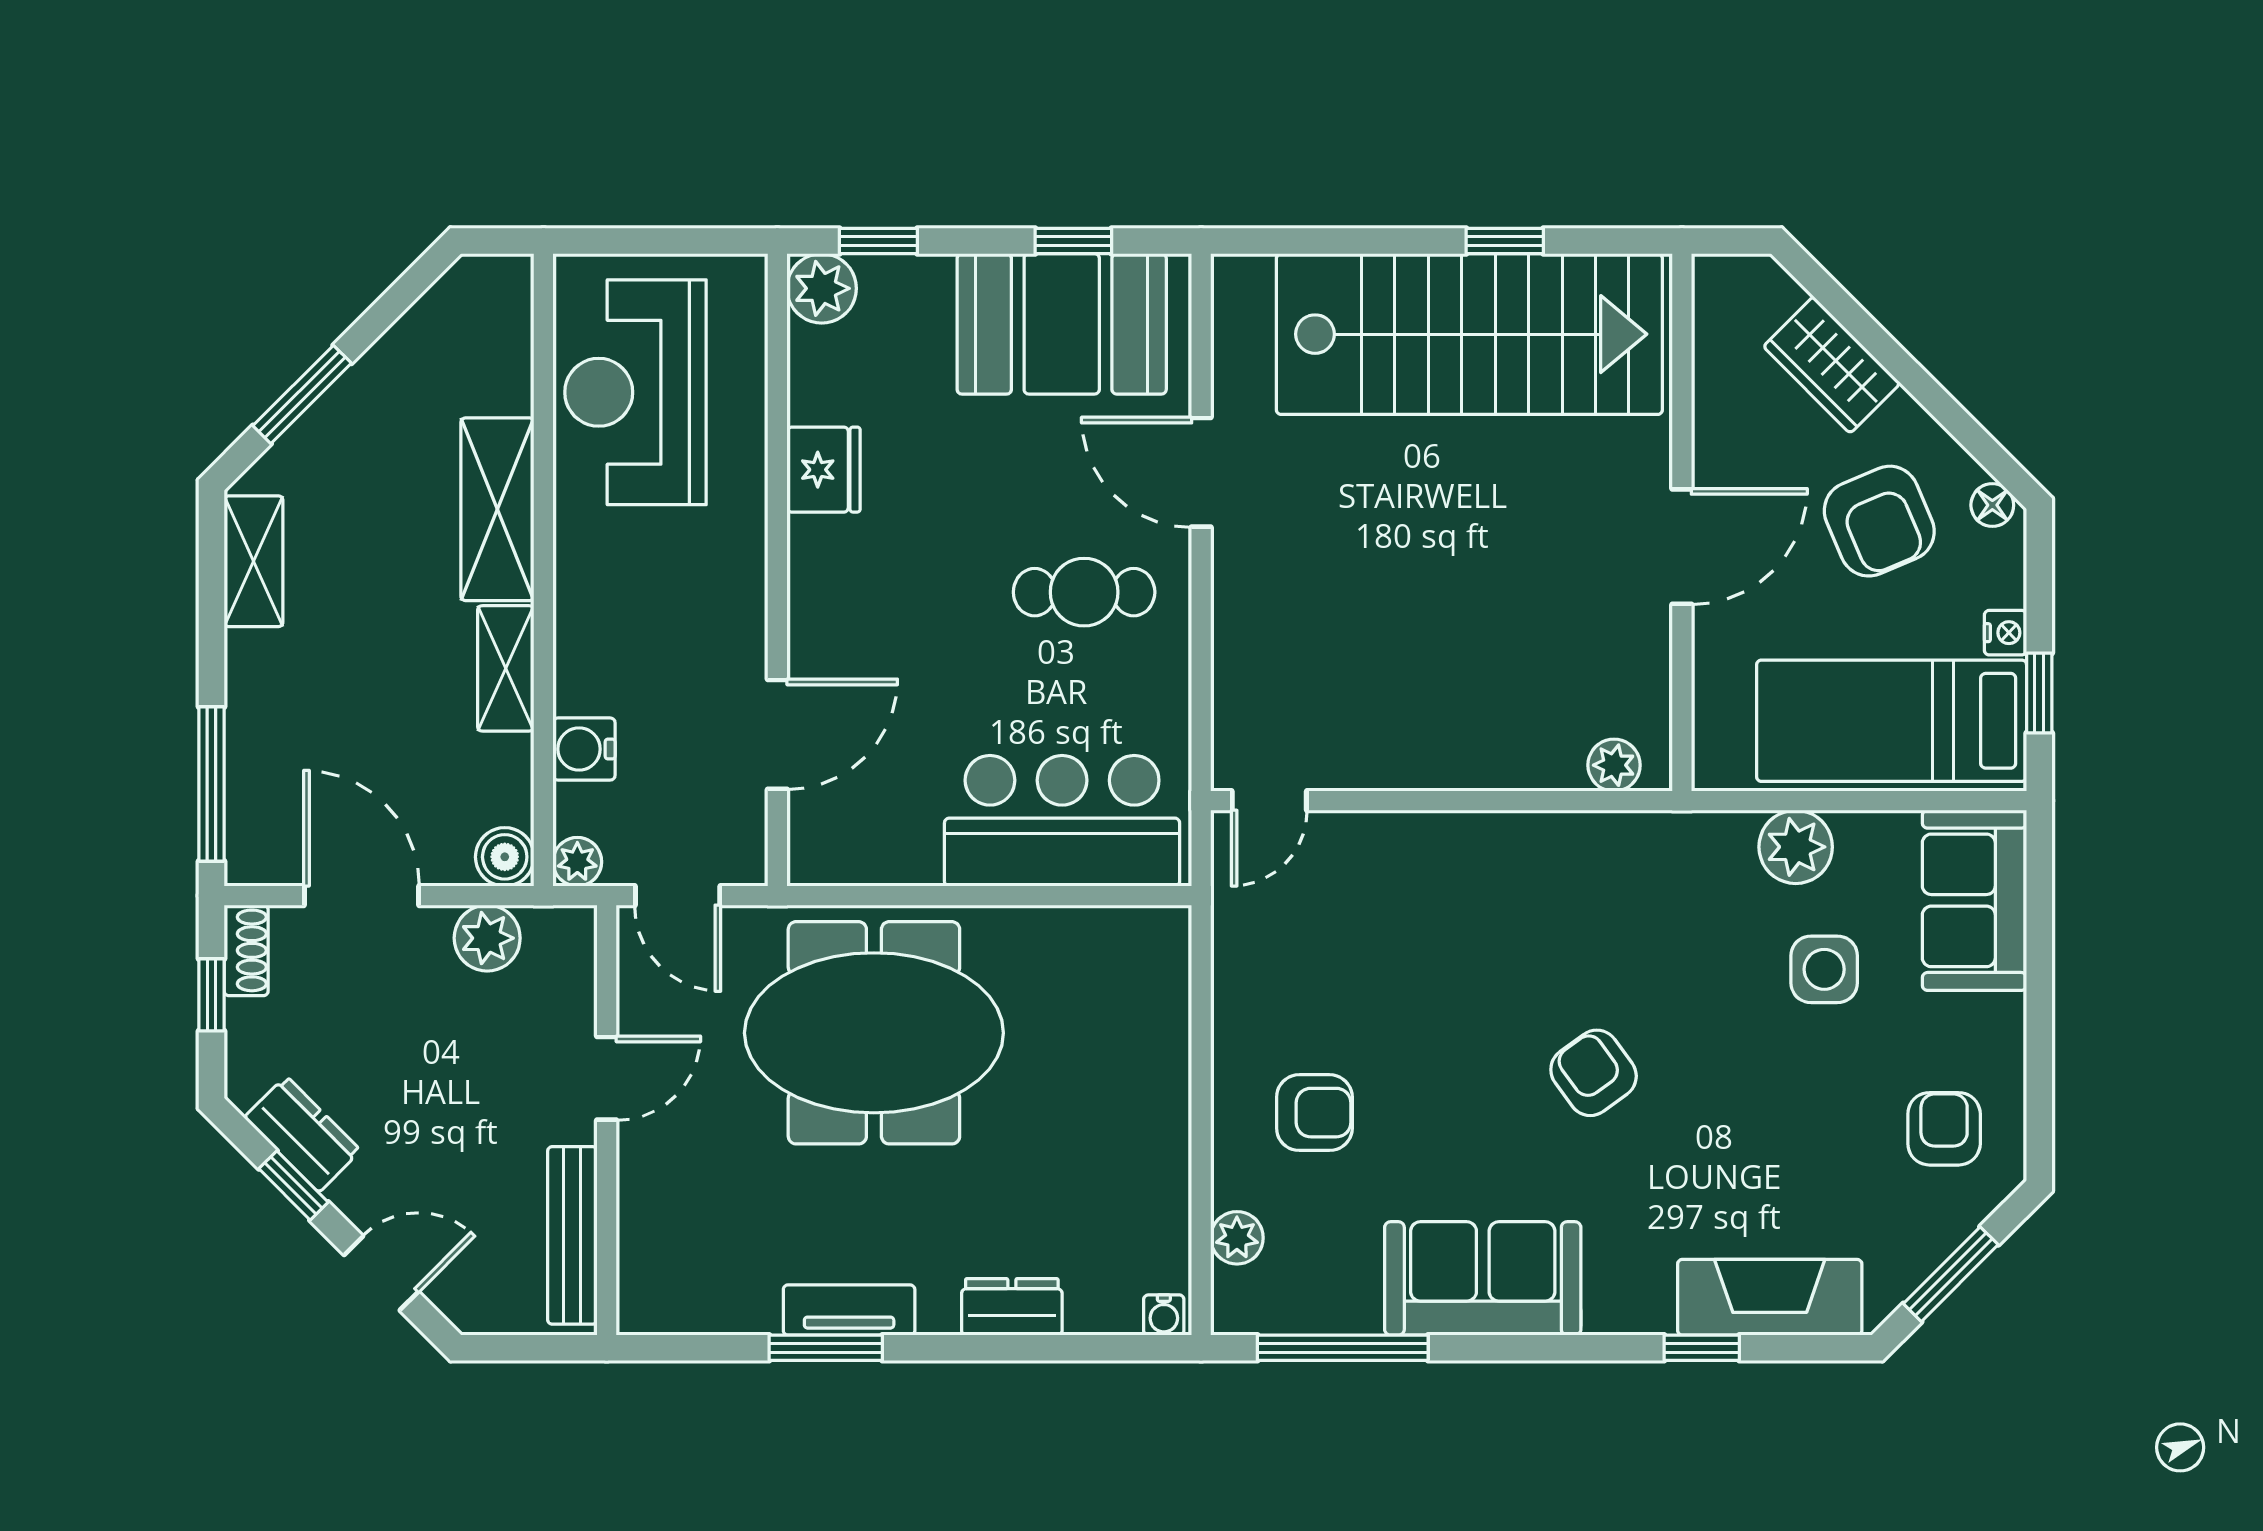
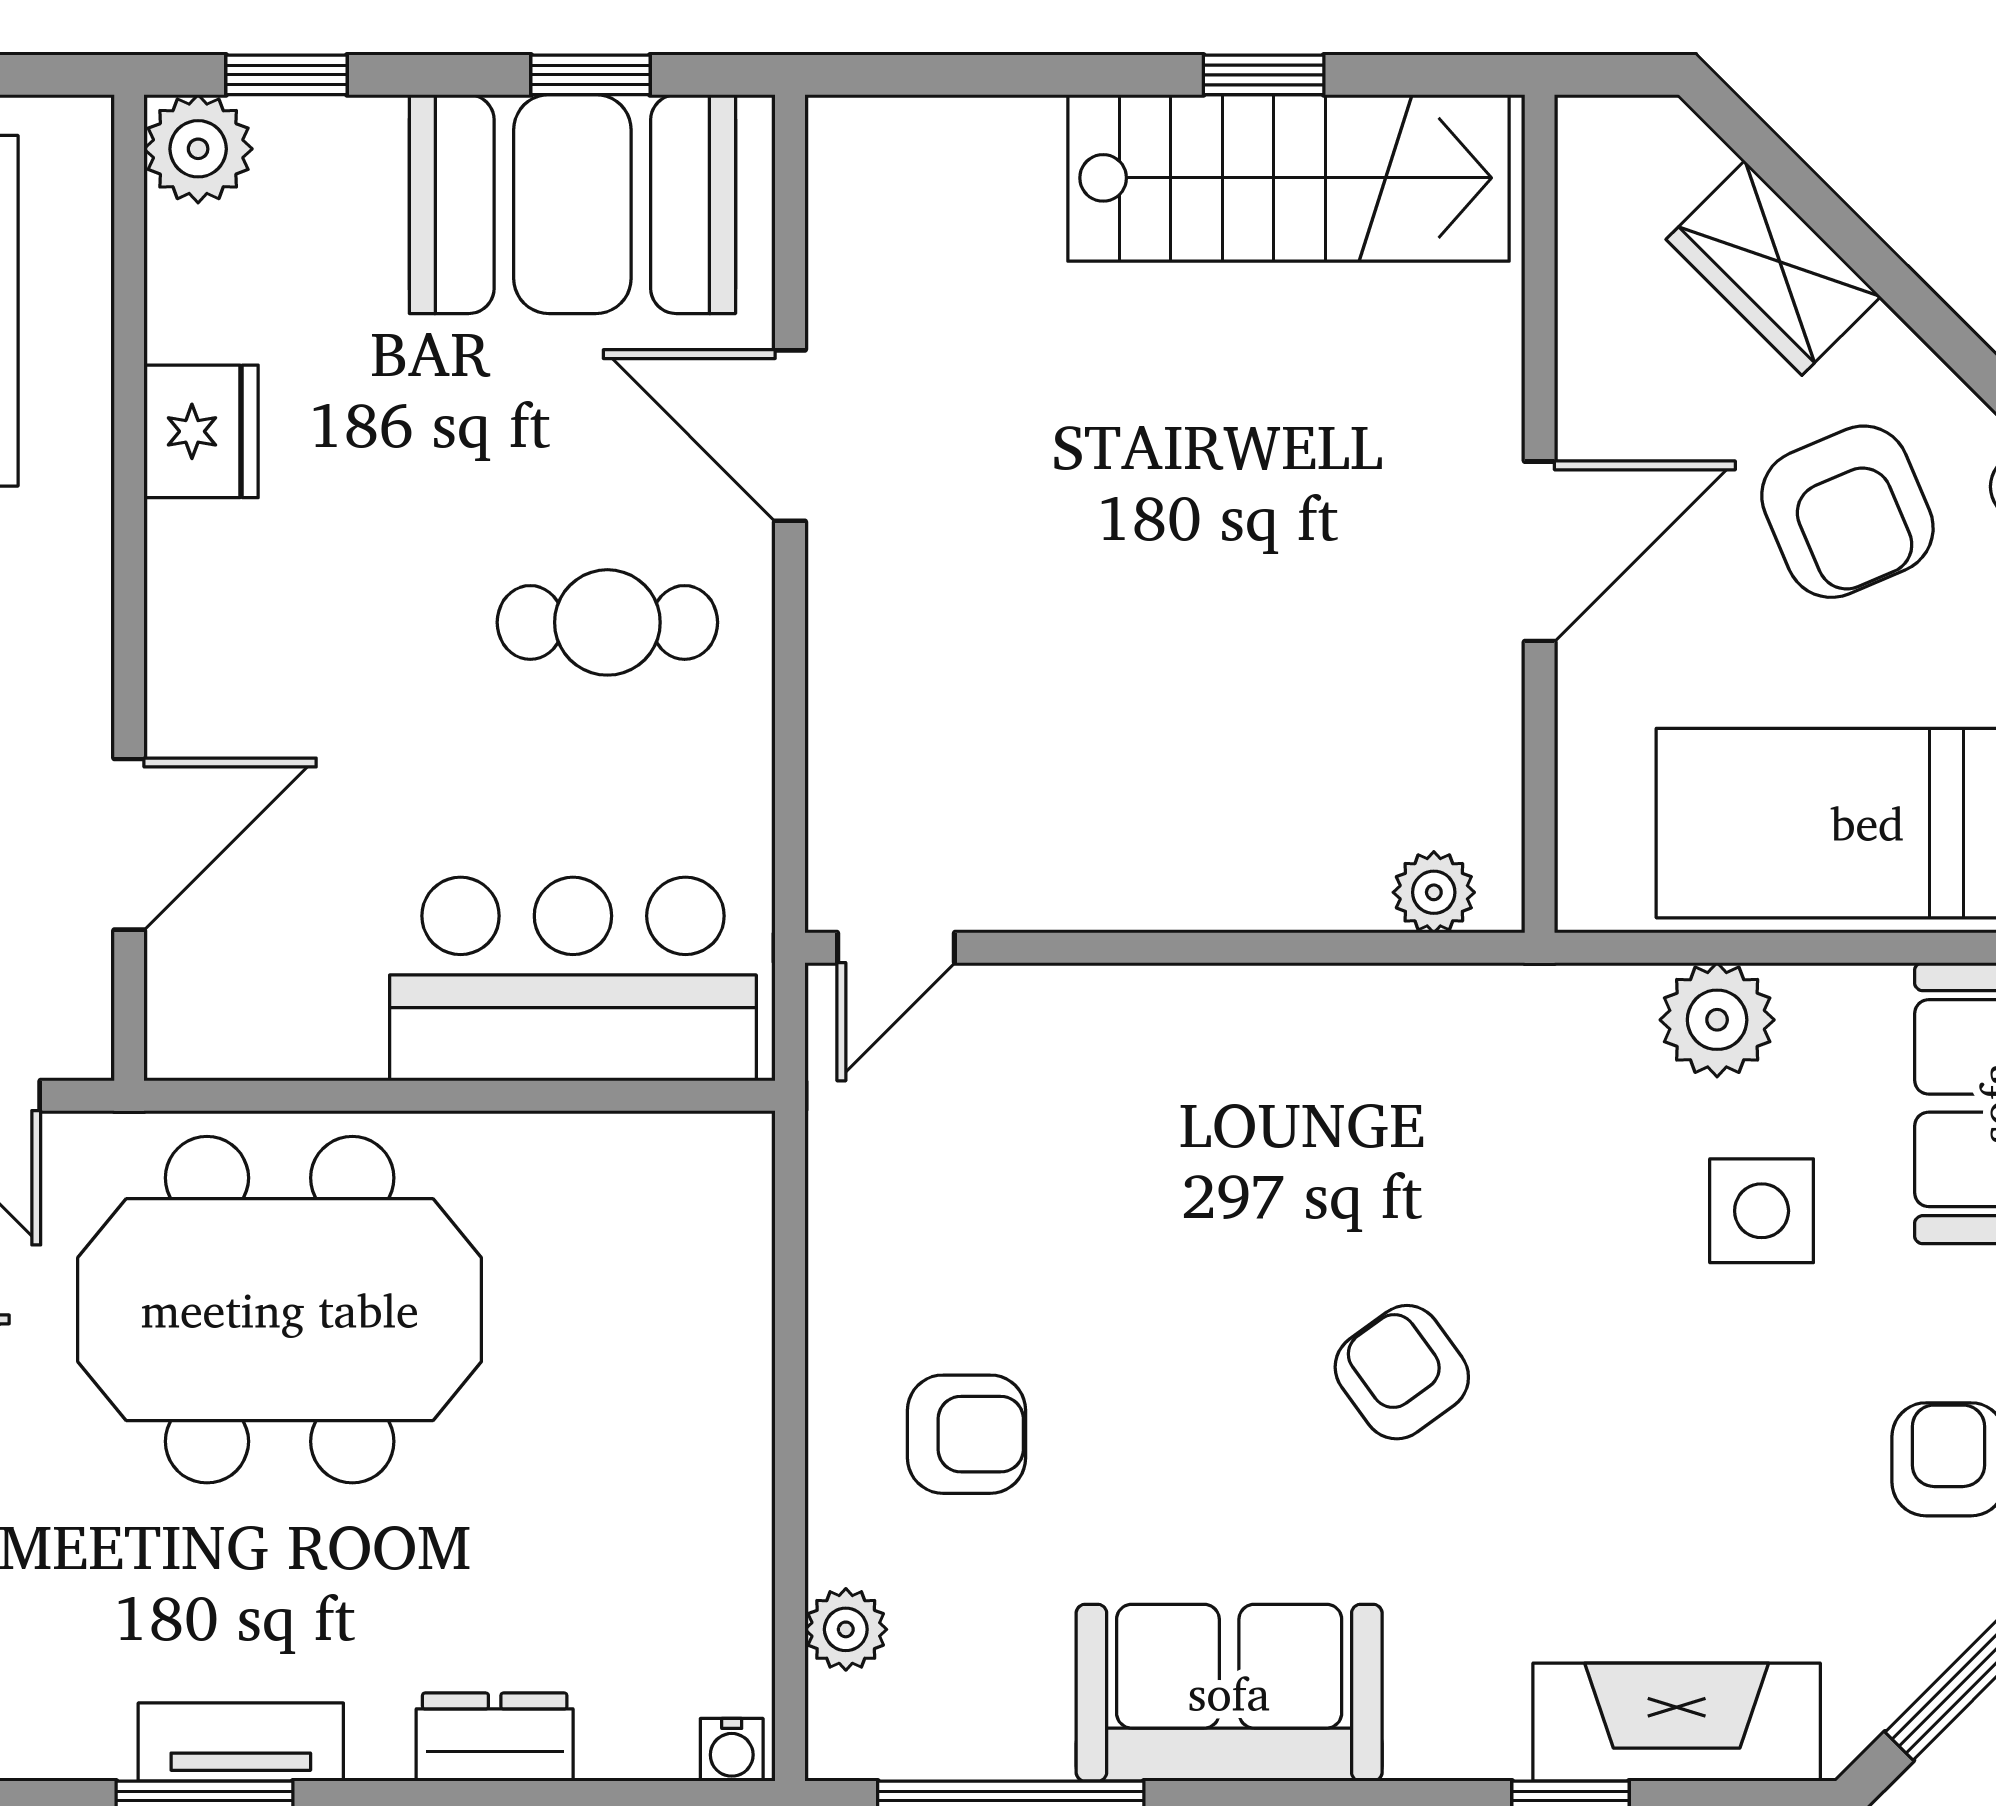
stairs: (1469, 334) -> (1289, 178), width x0.73, depth x0.66

